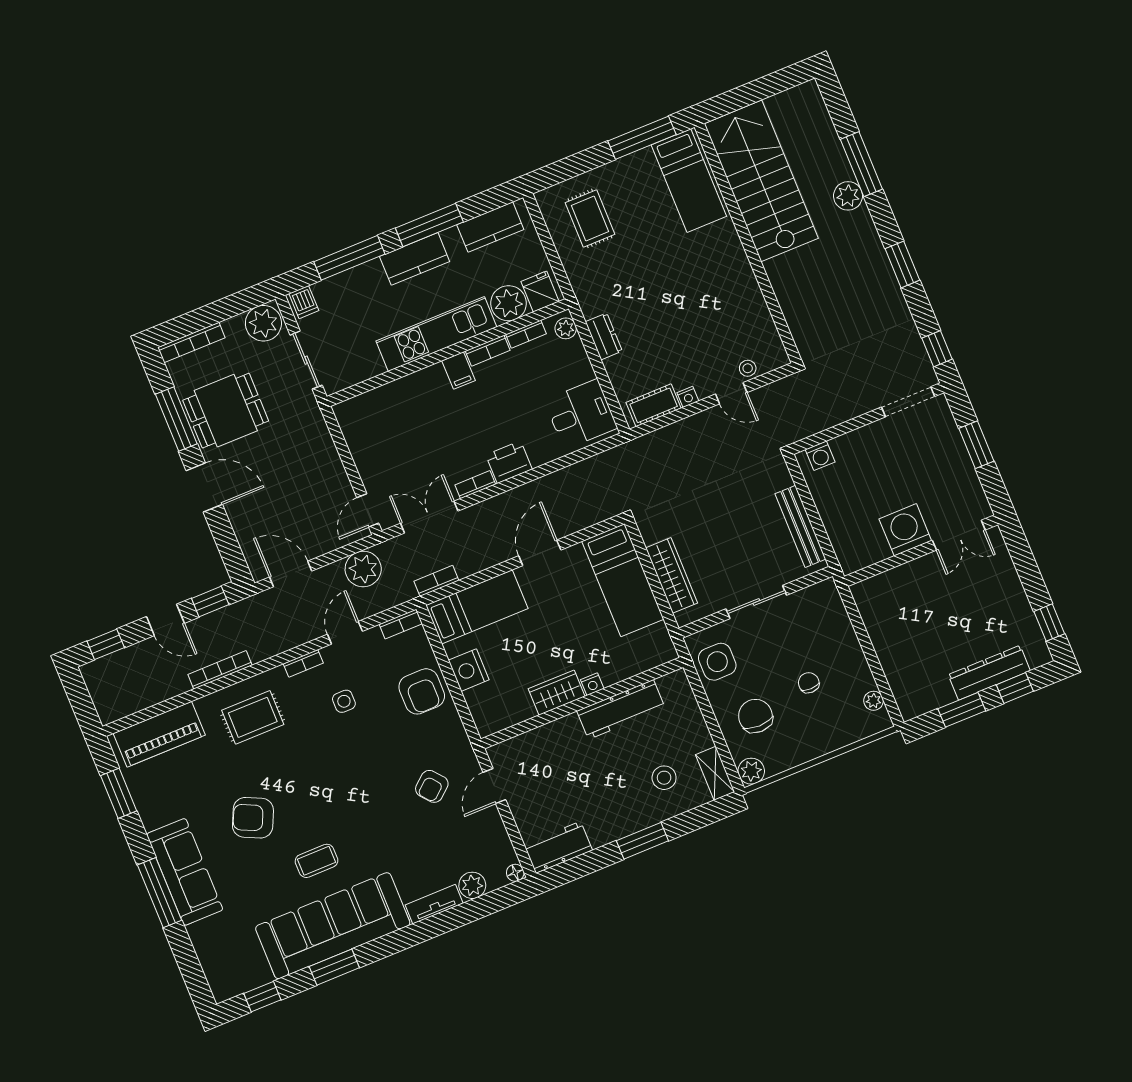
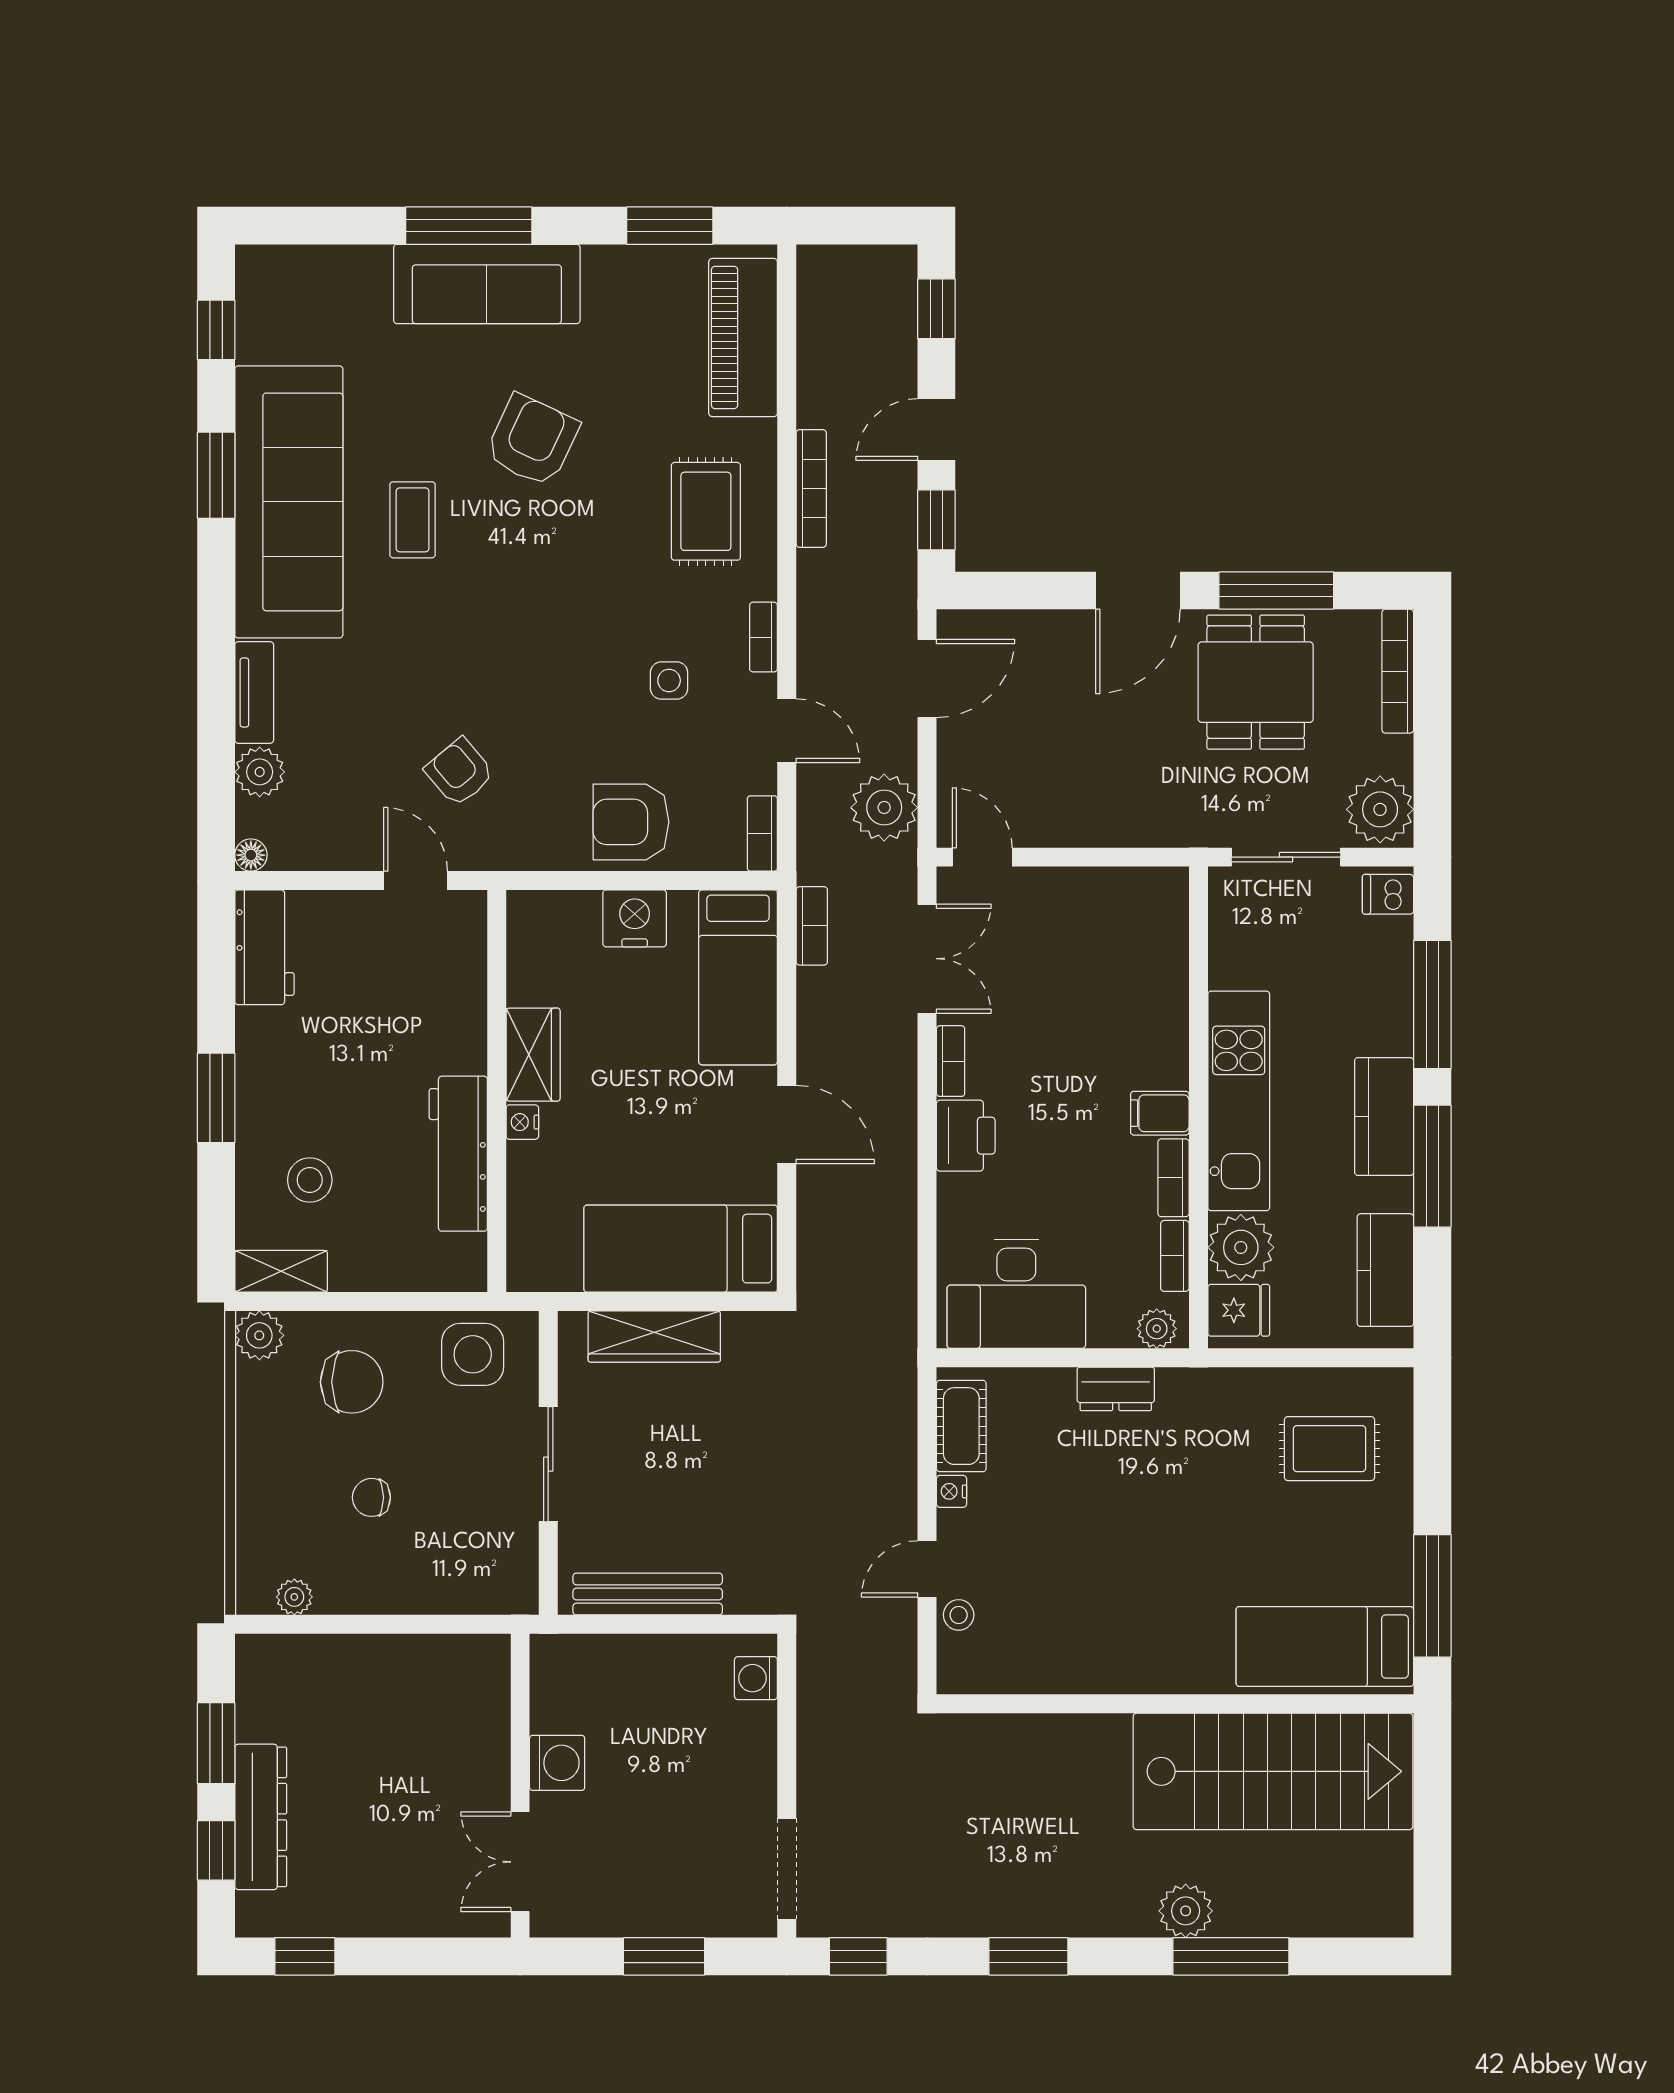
desk: (581, 414) -> (1016, 1294), width x1.37
washing machine: (905, 530) -> (557, 1763), width x0.73, depth x0.73
chair: (809, 683) -> (371, 1497), turned 180

